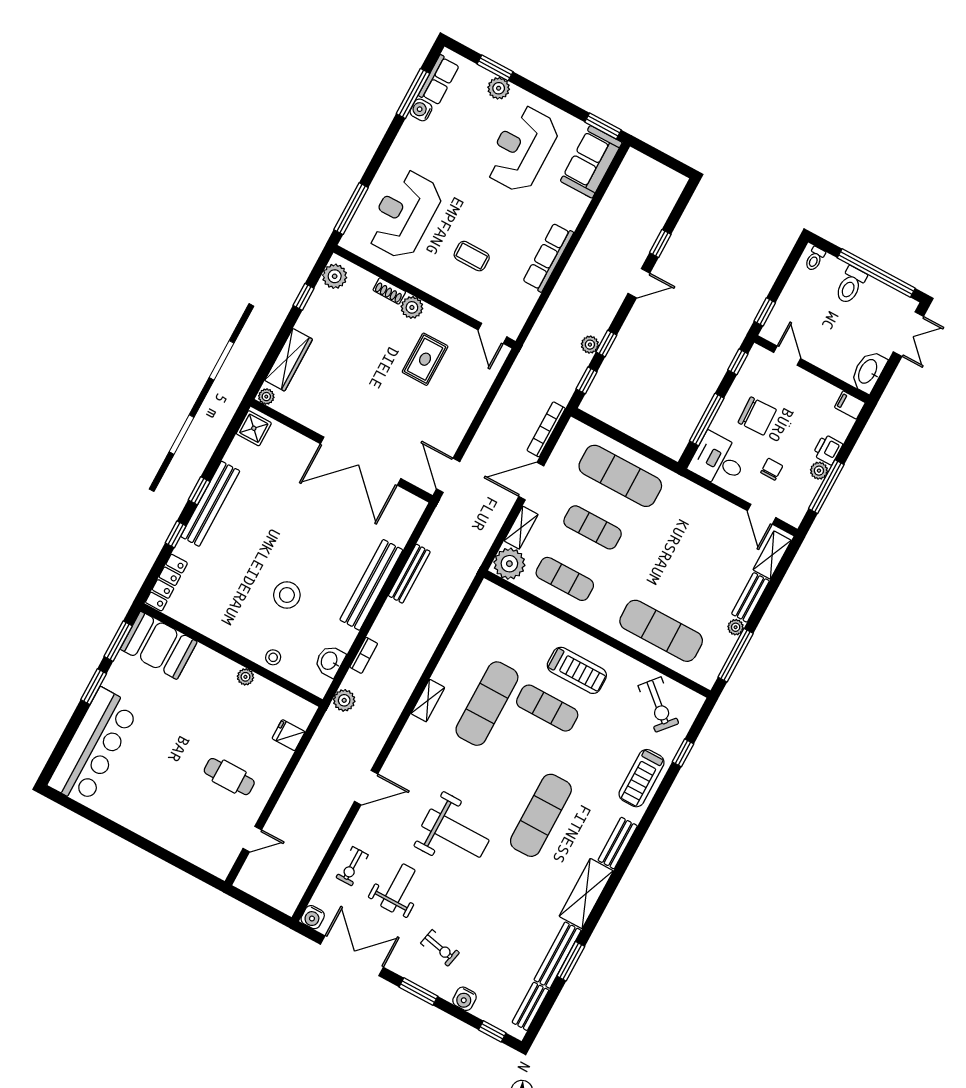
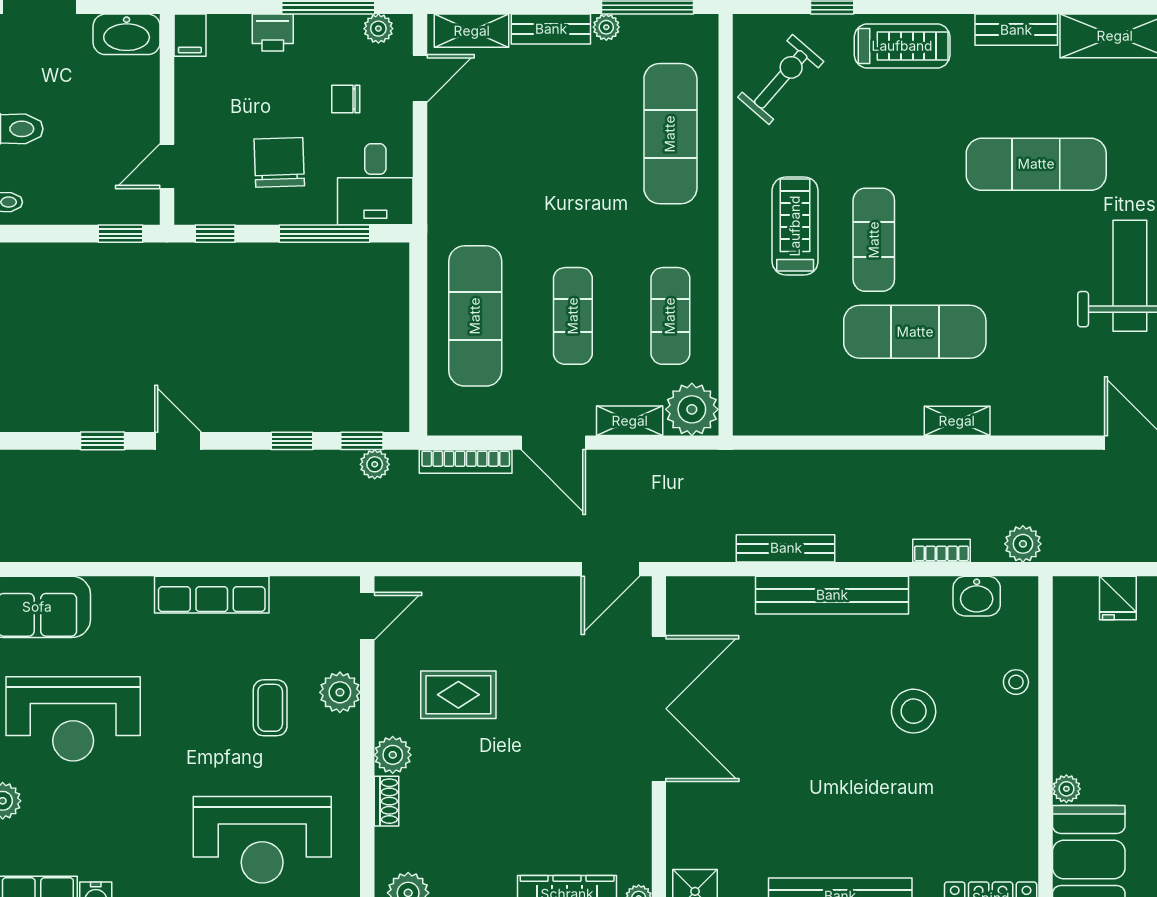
plant: (460, 297) -> (340, 692), added
plant: (590, 345) -> (375, 464), moved
plant: (819, 471) -> (378, 29), moved
plant: (245, 677) -> (1066, 789), moved

